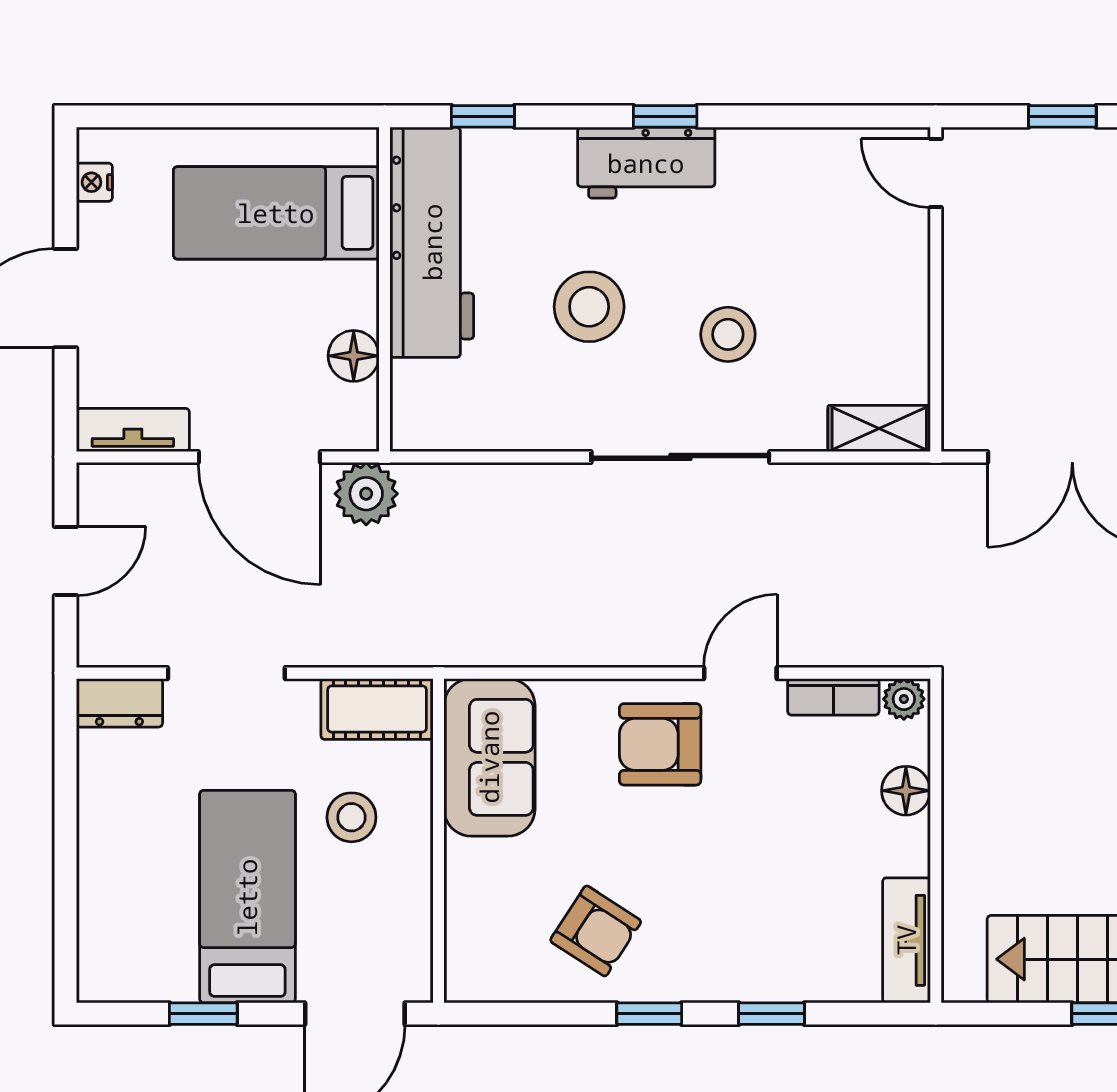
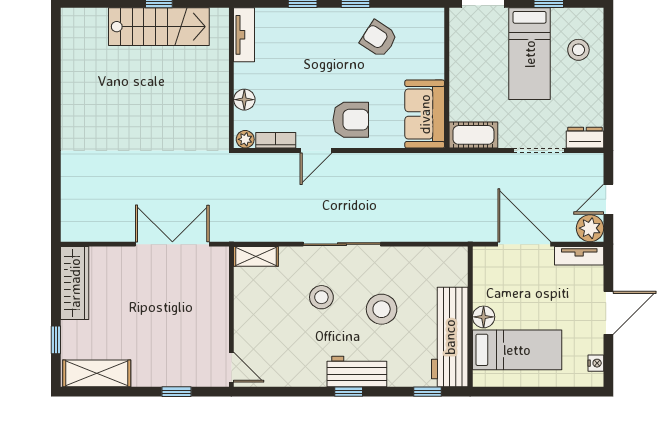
floor lamp: (354, 356) -> (484, 317), moved
plant: (366, 494) -> (590, 228), moved
stool: (351, 817) -> (578, 50), moved

